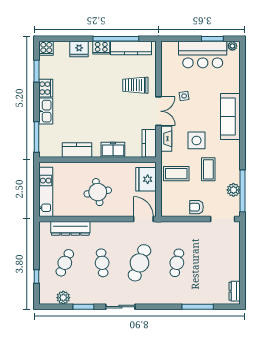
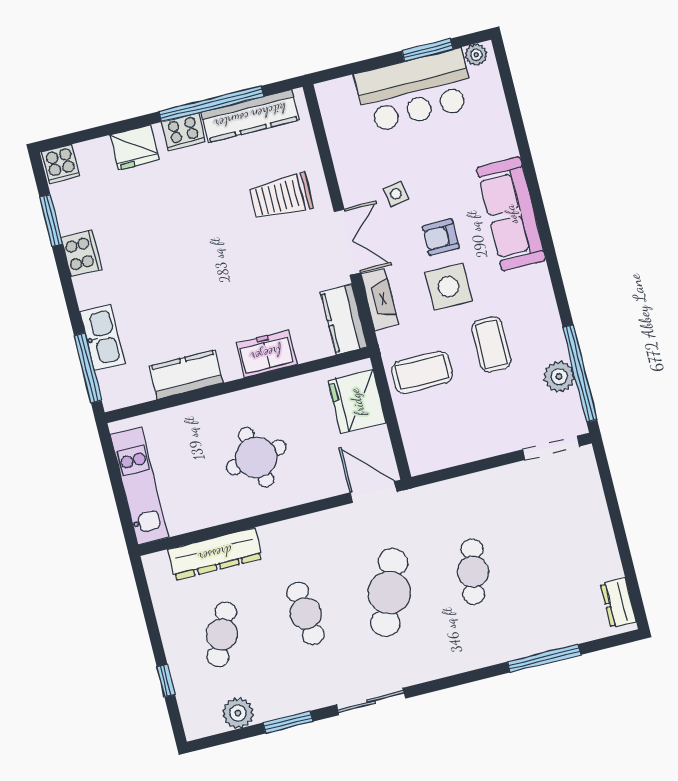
kitchen sink: (46, 111) -> (102, 338), moved
armchair: (196, 207) -> (441, 237), moved

